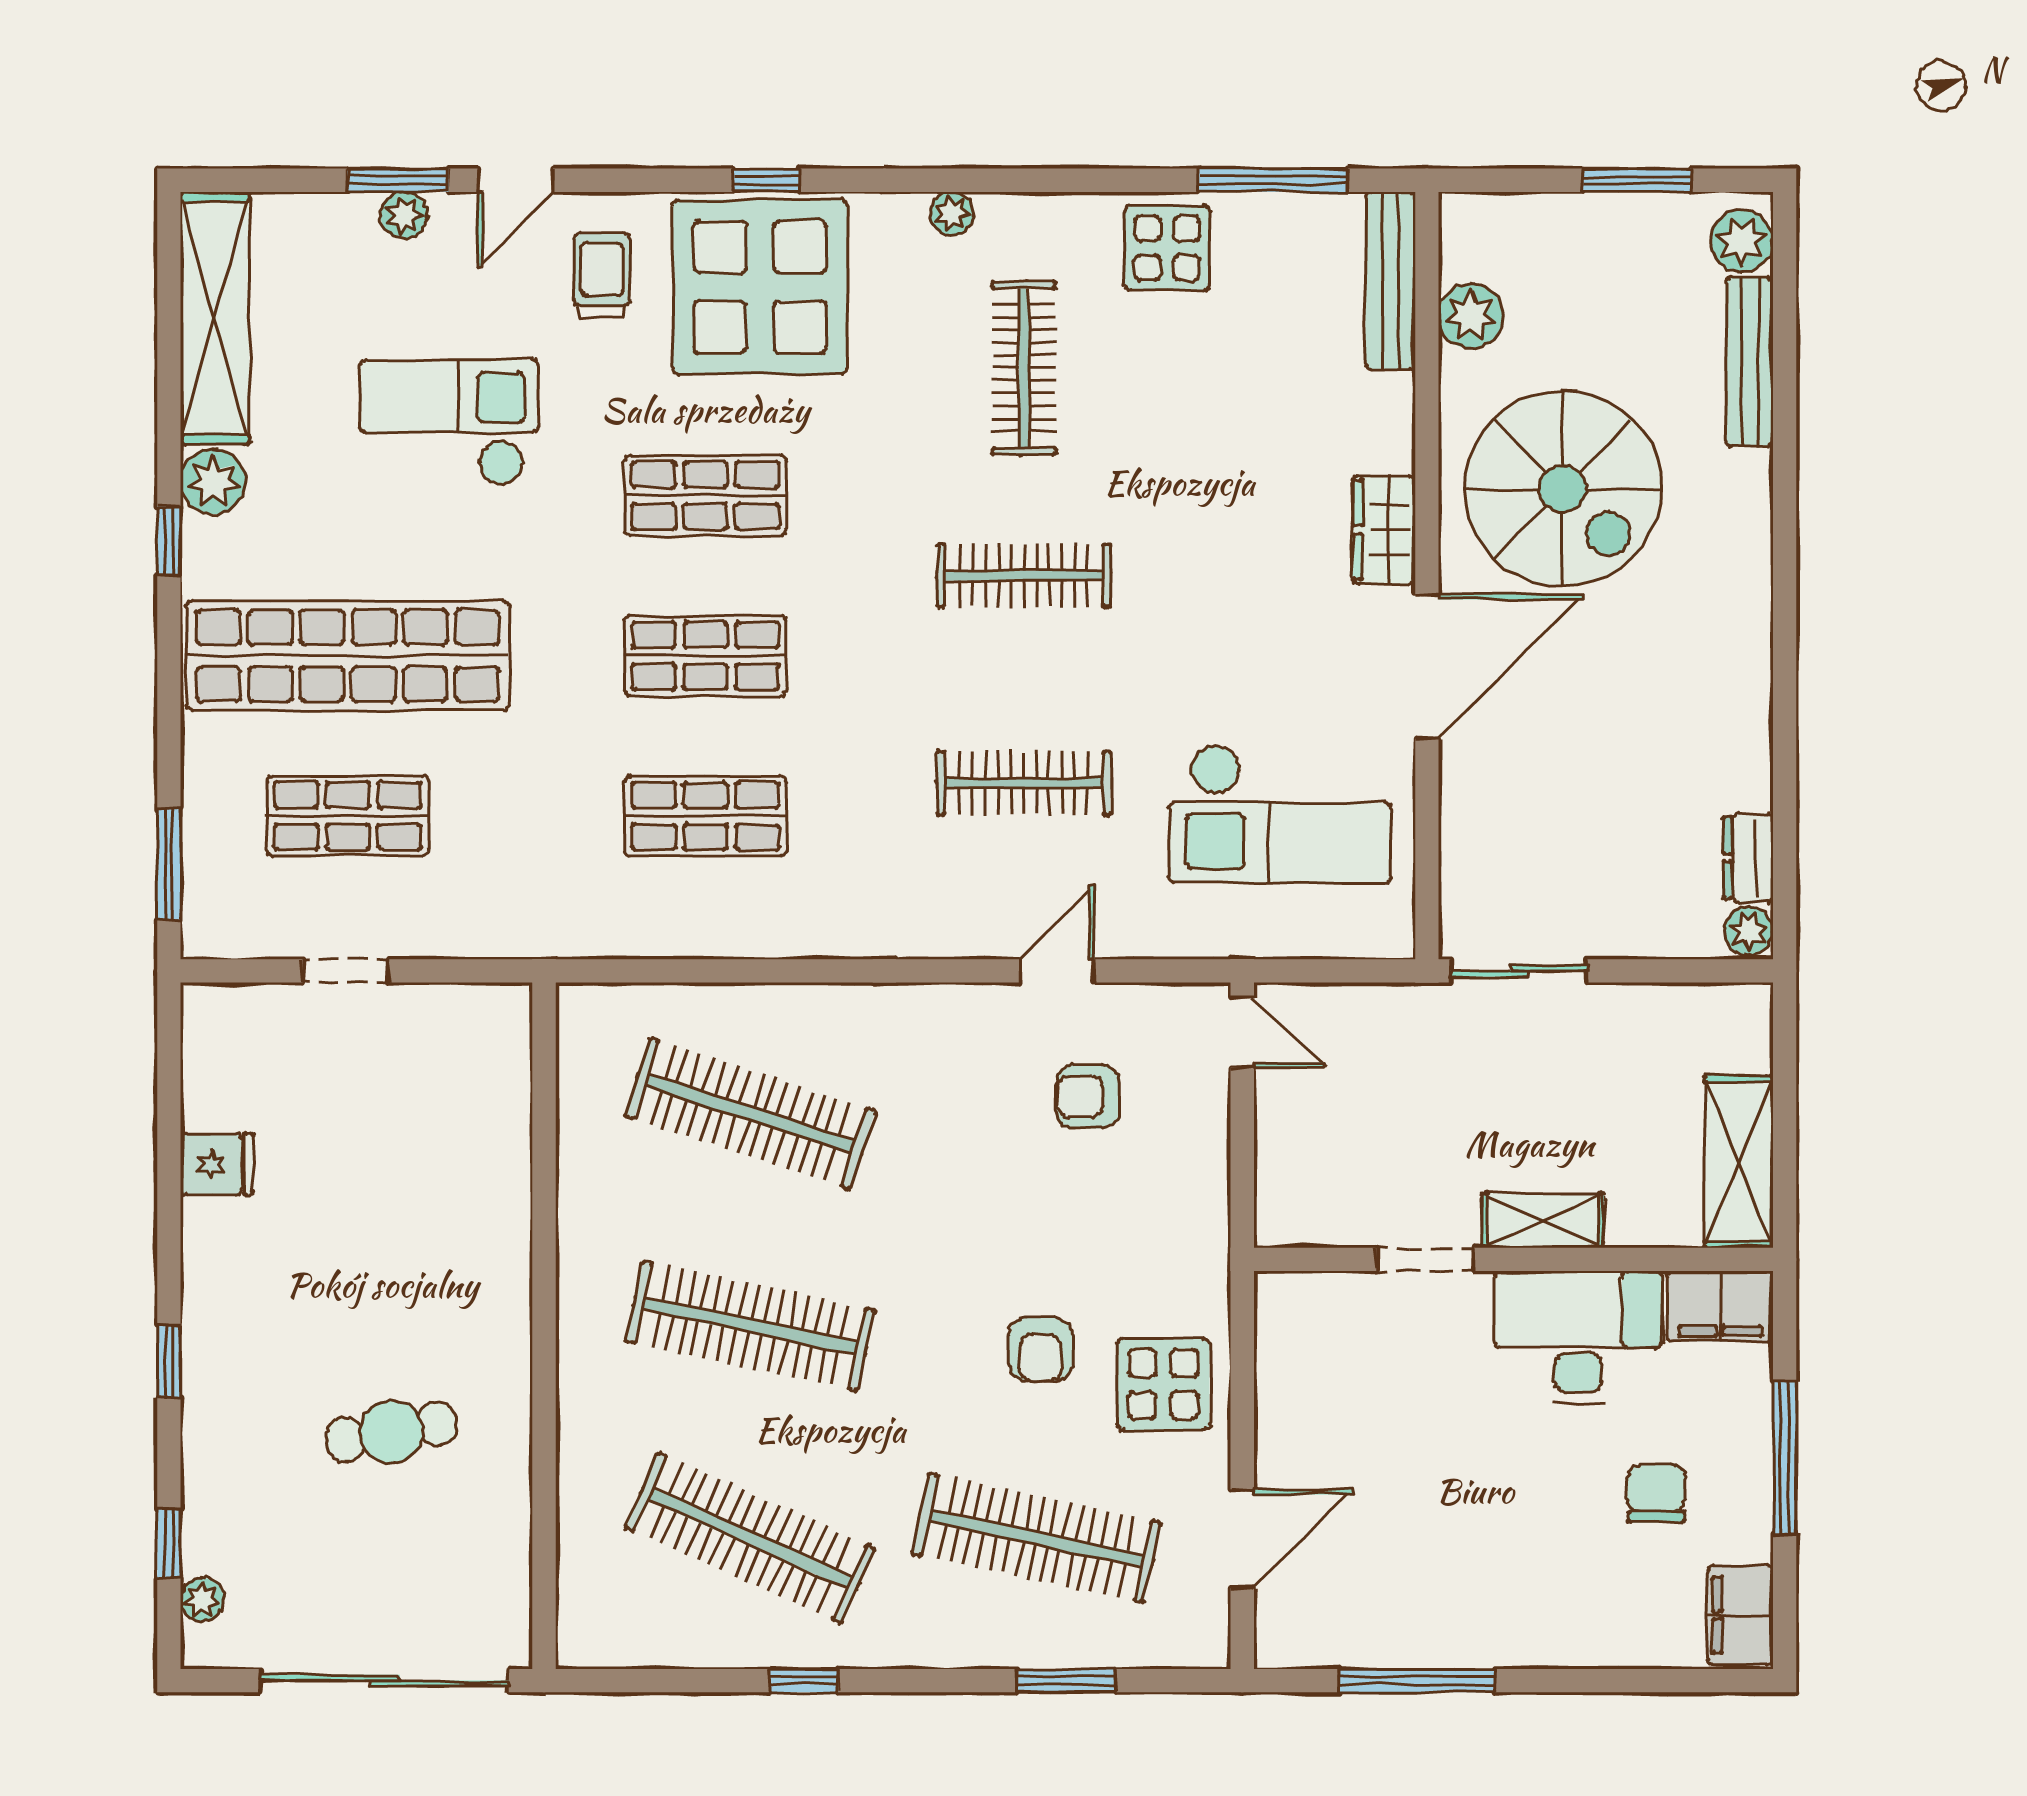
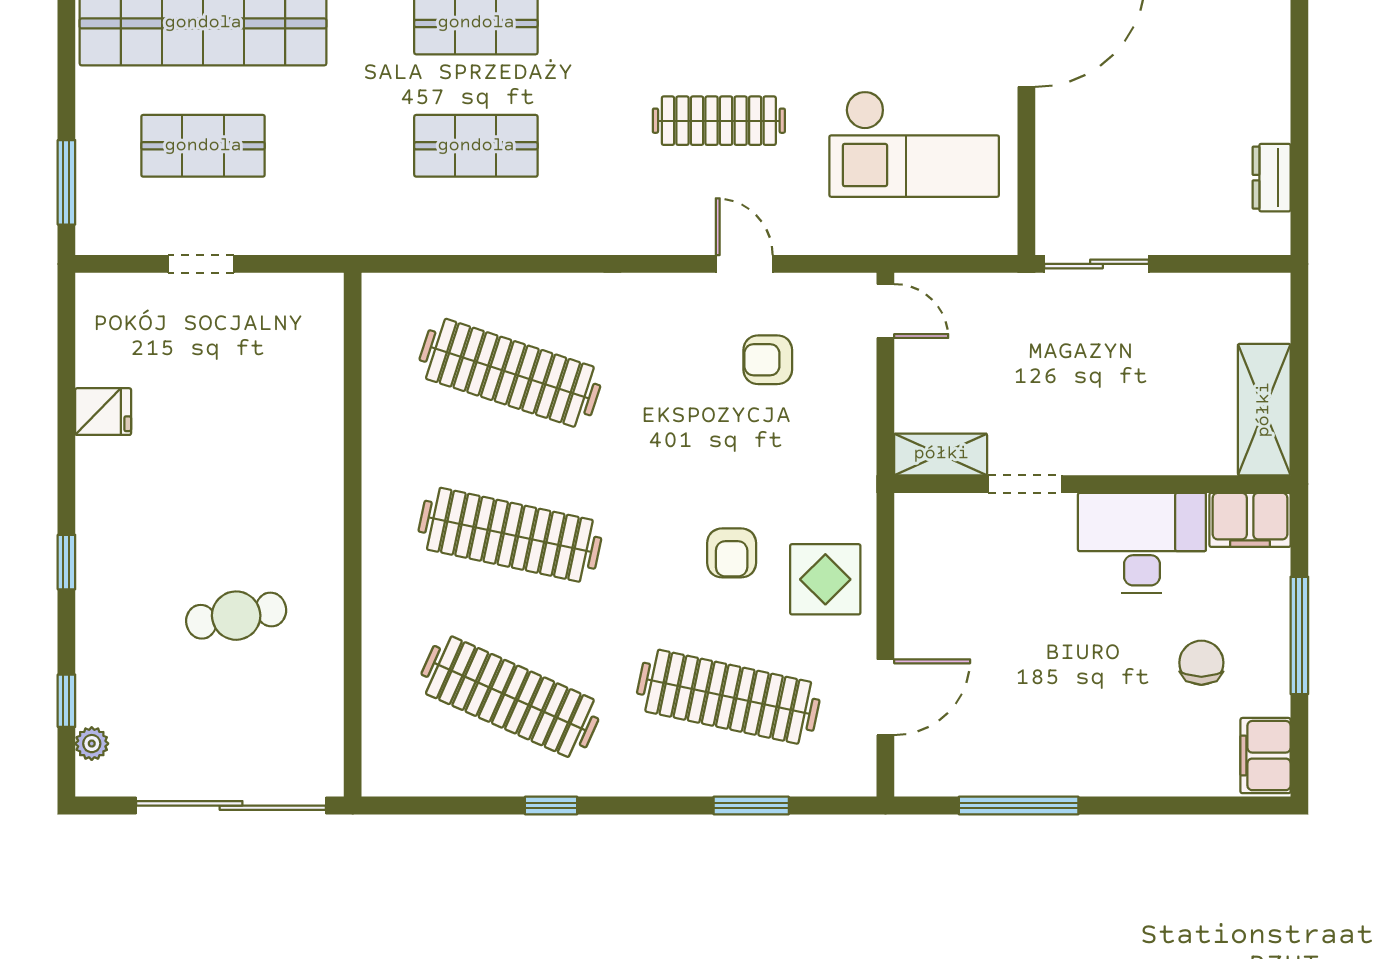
plant: (1749, 931) -> (1272, 234), removed
door: (1057, 971) -> (744, 264), hinge flipped
shelving: (1543, 1220) -> (941, 454), moved

